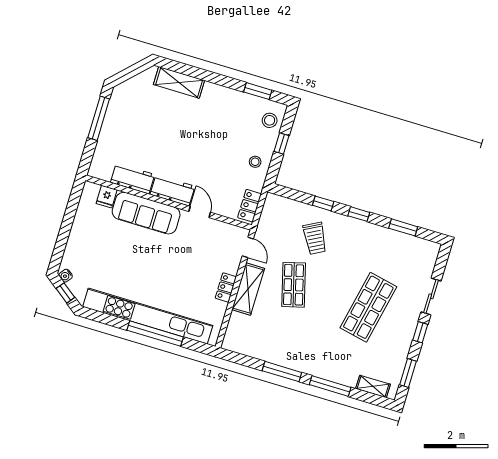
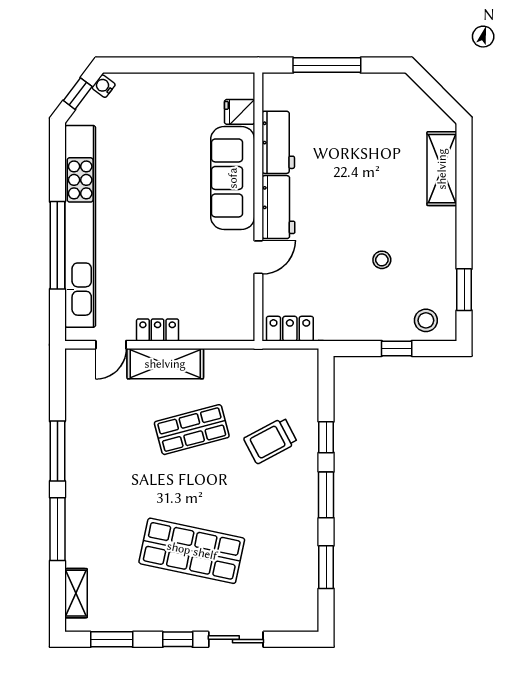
window: (99, 118) -> (327, 65), moved
stool: (255, 162) -> (382, 260), moved
window: (359, 214) -> (326, 495), width x1.50
door: (248, 247) -> (111, 345), moved

